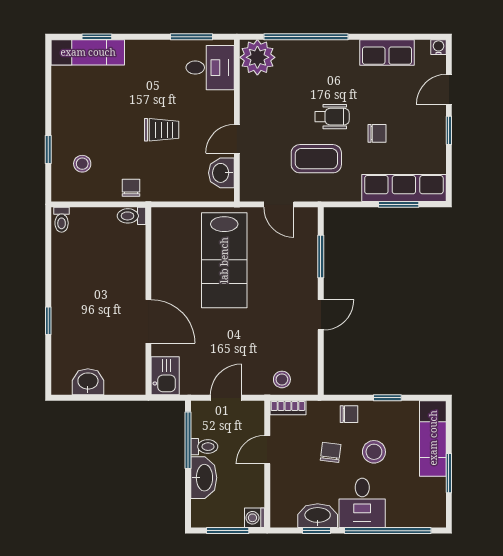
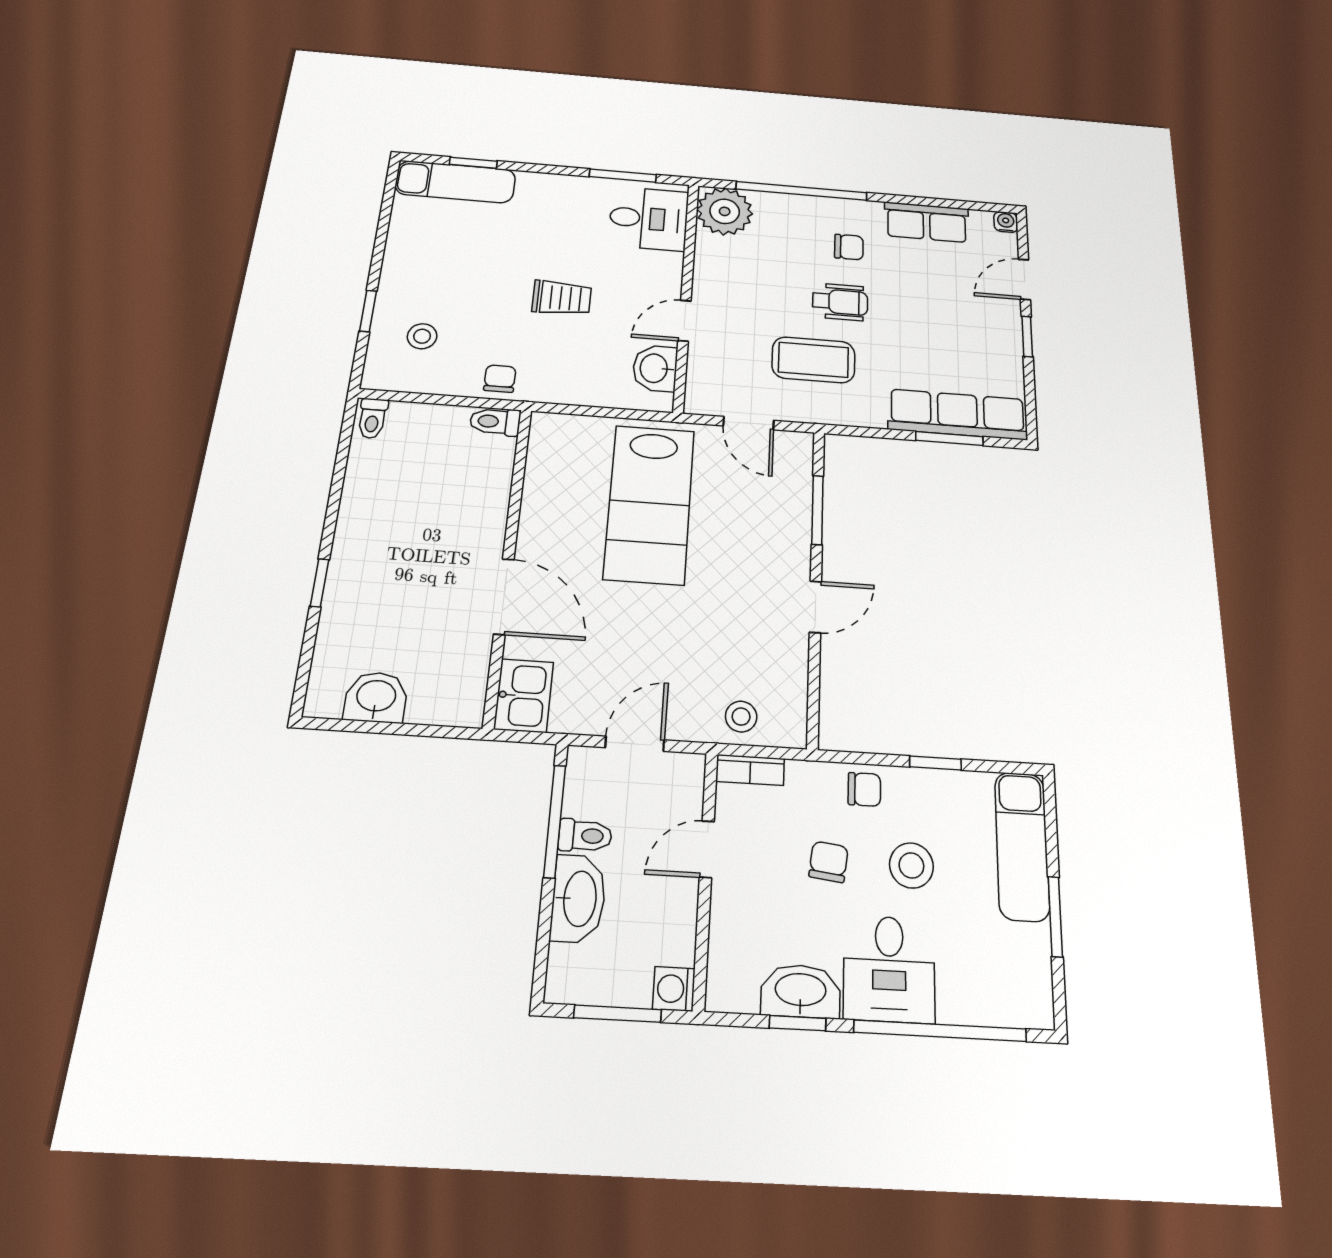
chair: (377, 133) -> (849, 247), moved

